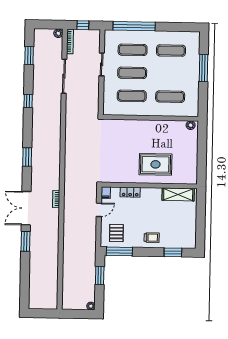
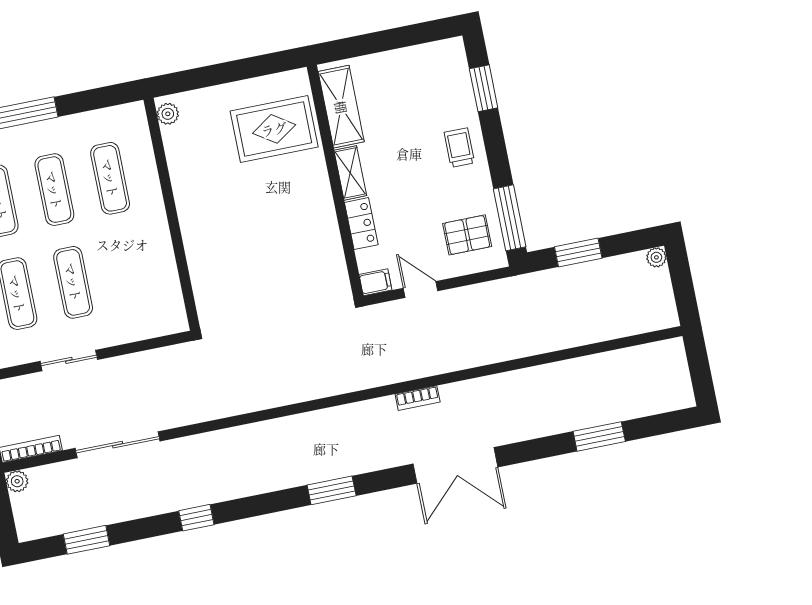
exercise mat: (132, 96) -> (54, 190), moved
rug: (156, 164) -> (274, 129), moved, turned 90
shelving: (151, 192) -> (350, 173), added
window: (25, 241) -> (599, 436), moved

